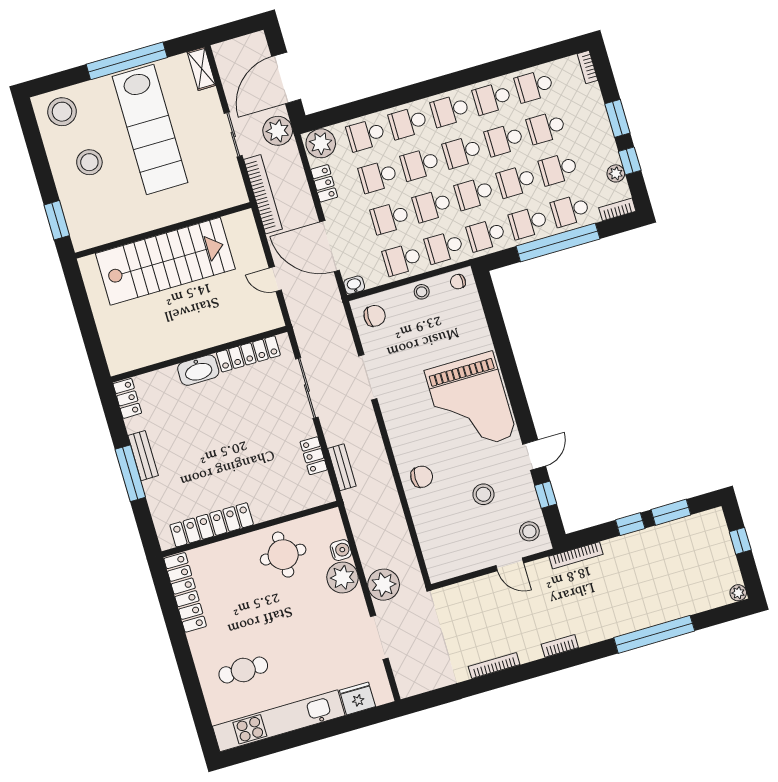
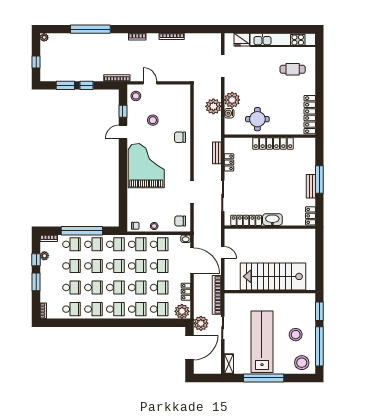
window: (37, 153) -> (319, 346), added
locker: (212, 525) -> (273, 143), moved
plant: (384, 585) -> (213, 106), moved

